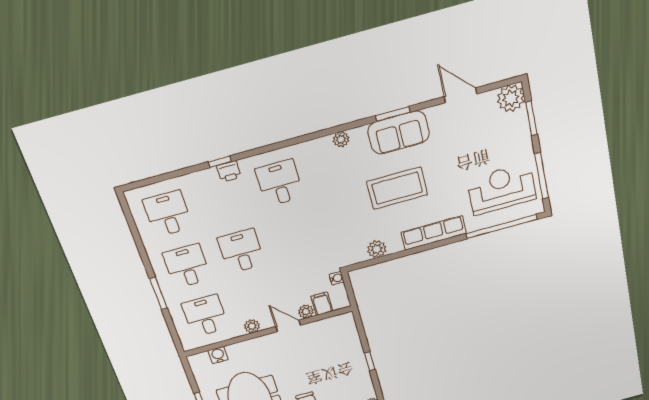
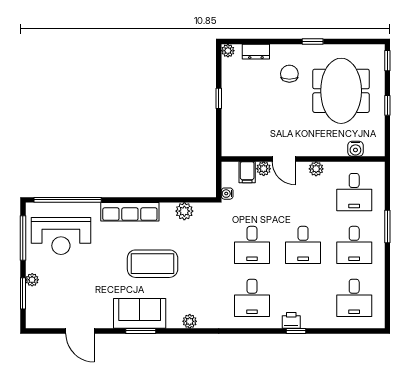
plant: (511, 98) -> (32, 280), moved, width x0.53, depth x0.53
desk: (296, 236) -> (252, 245), added

